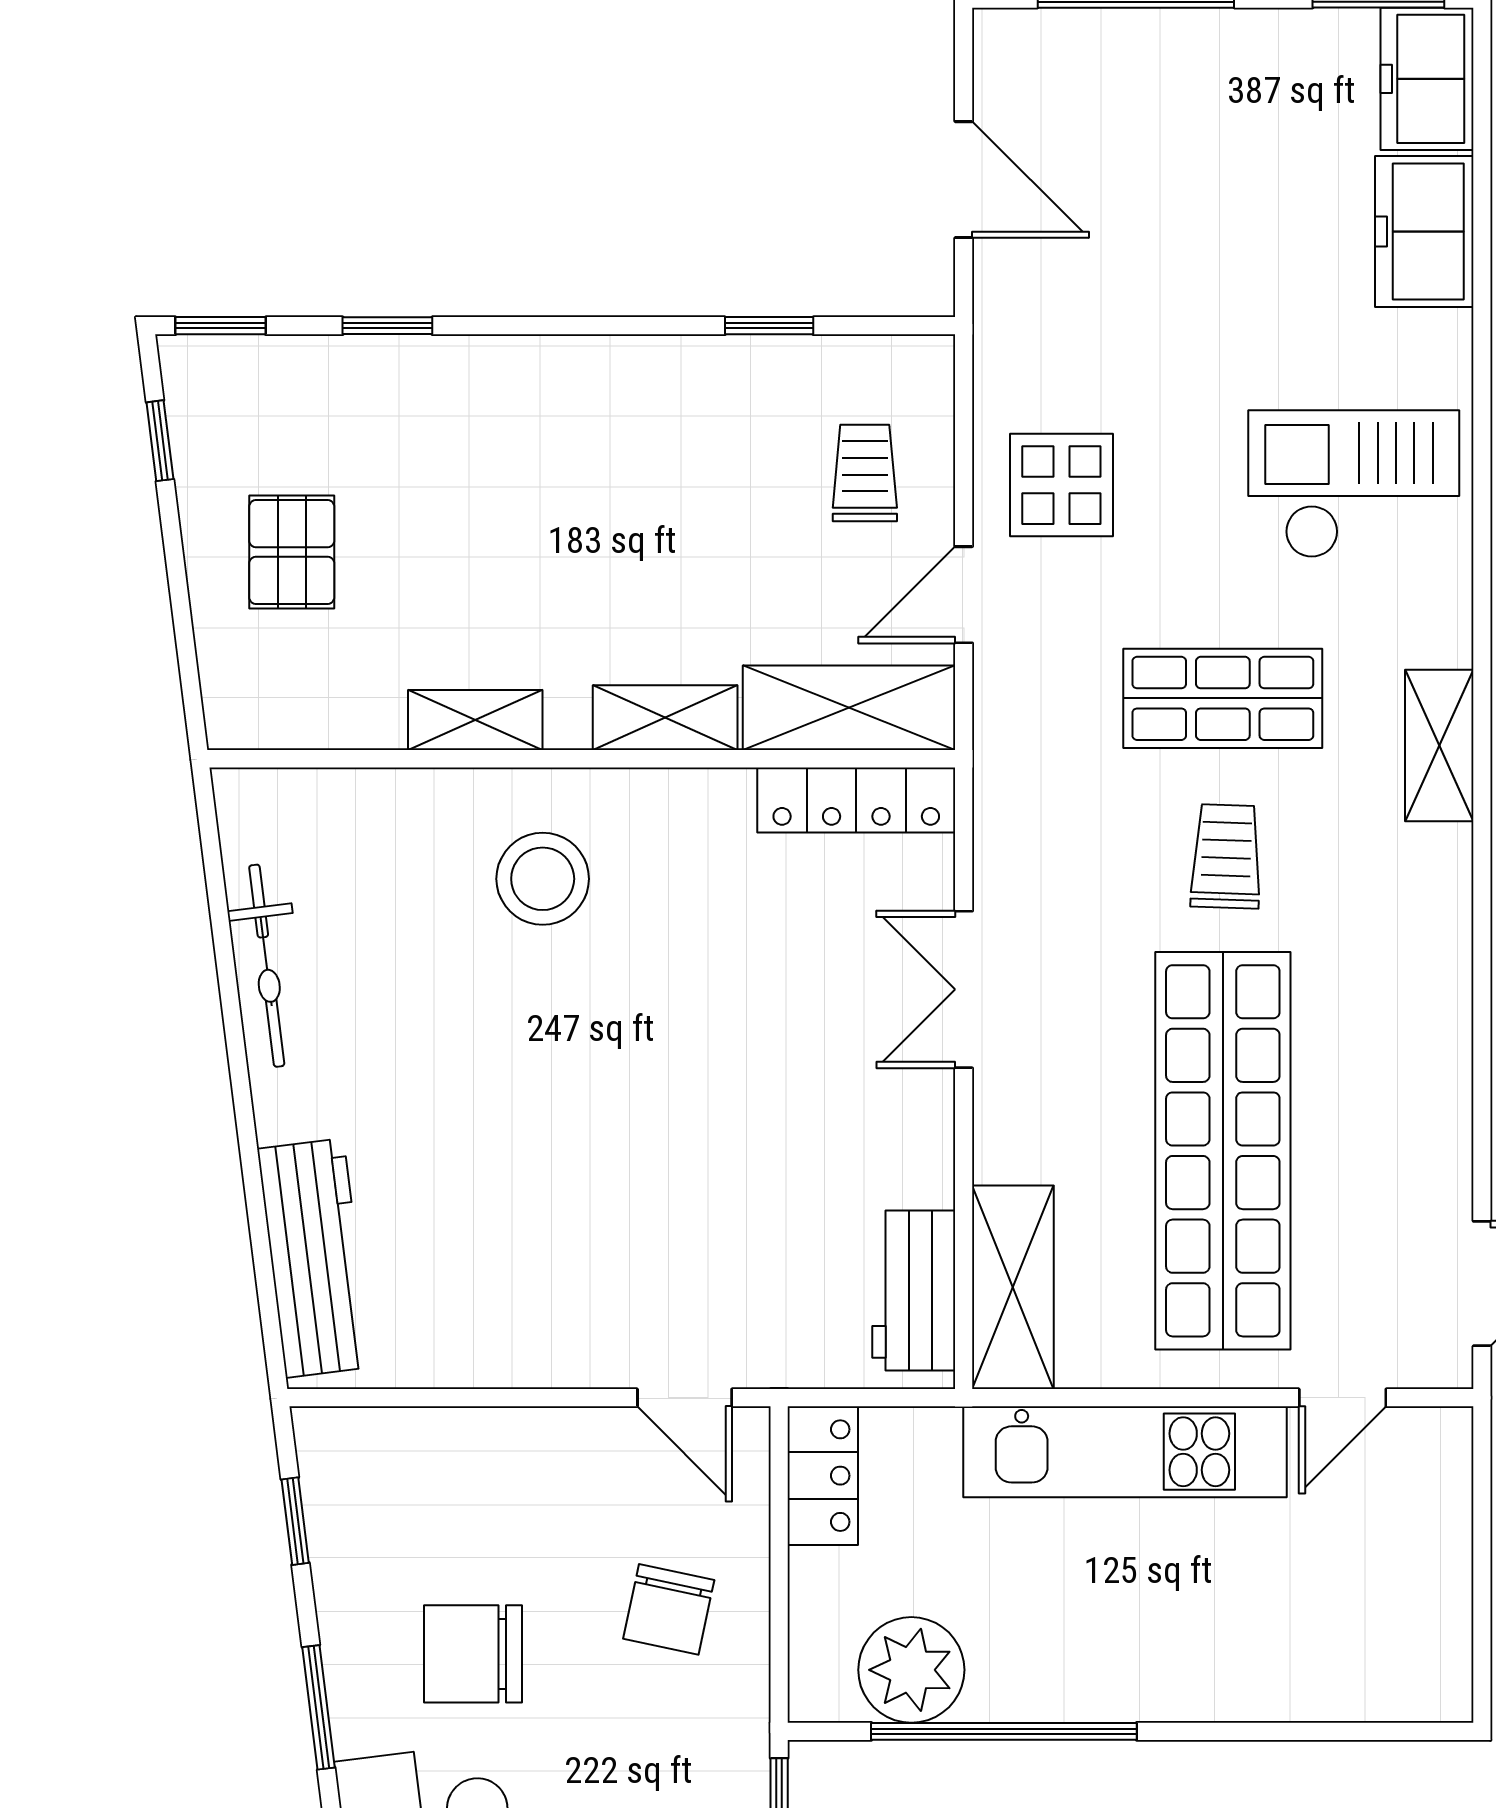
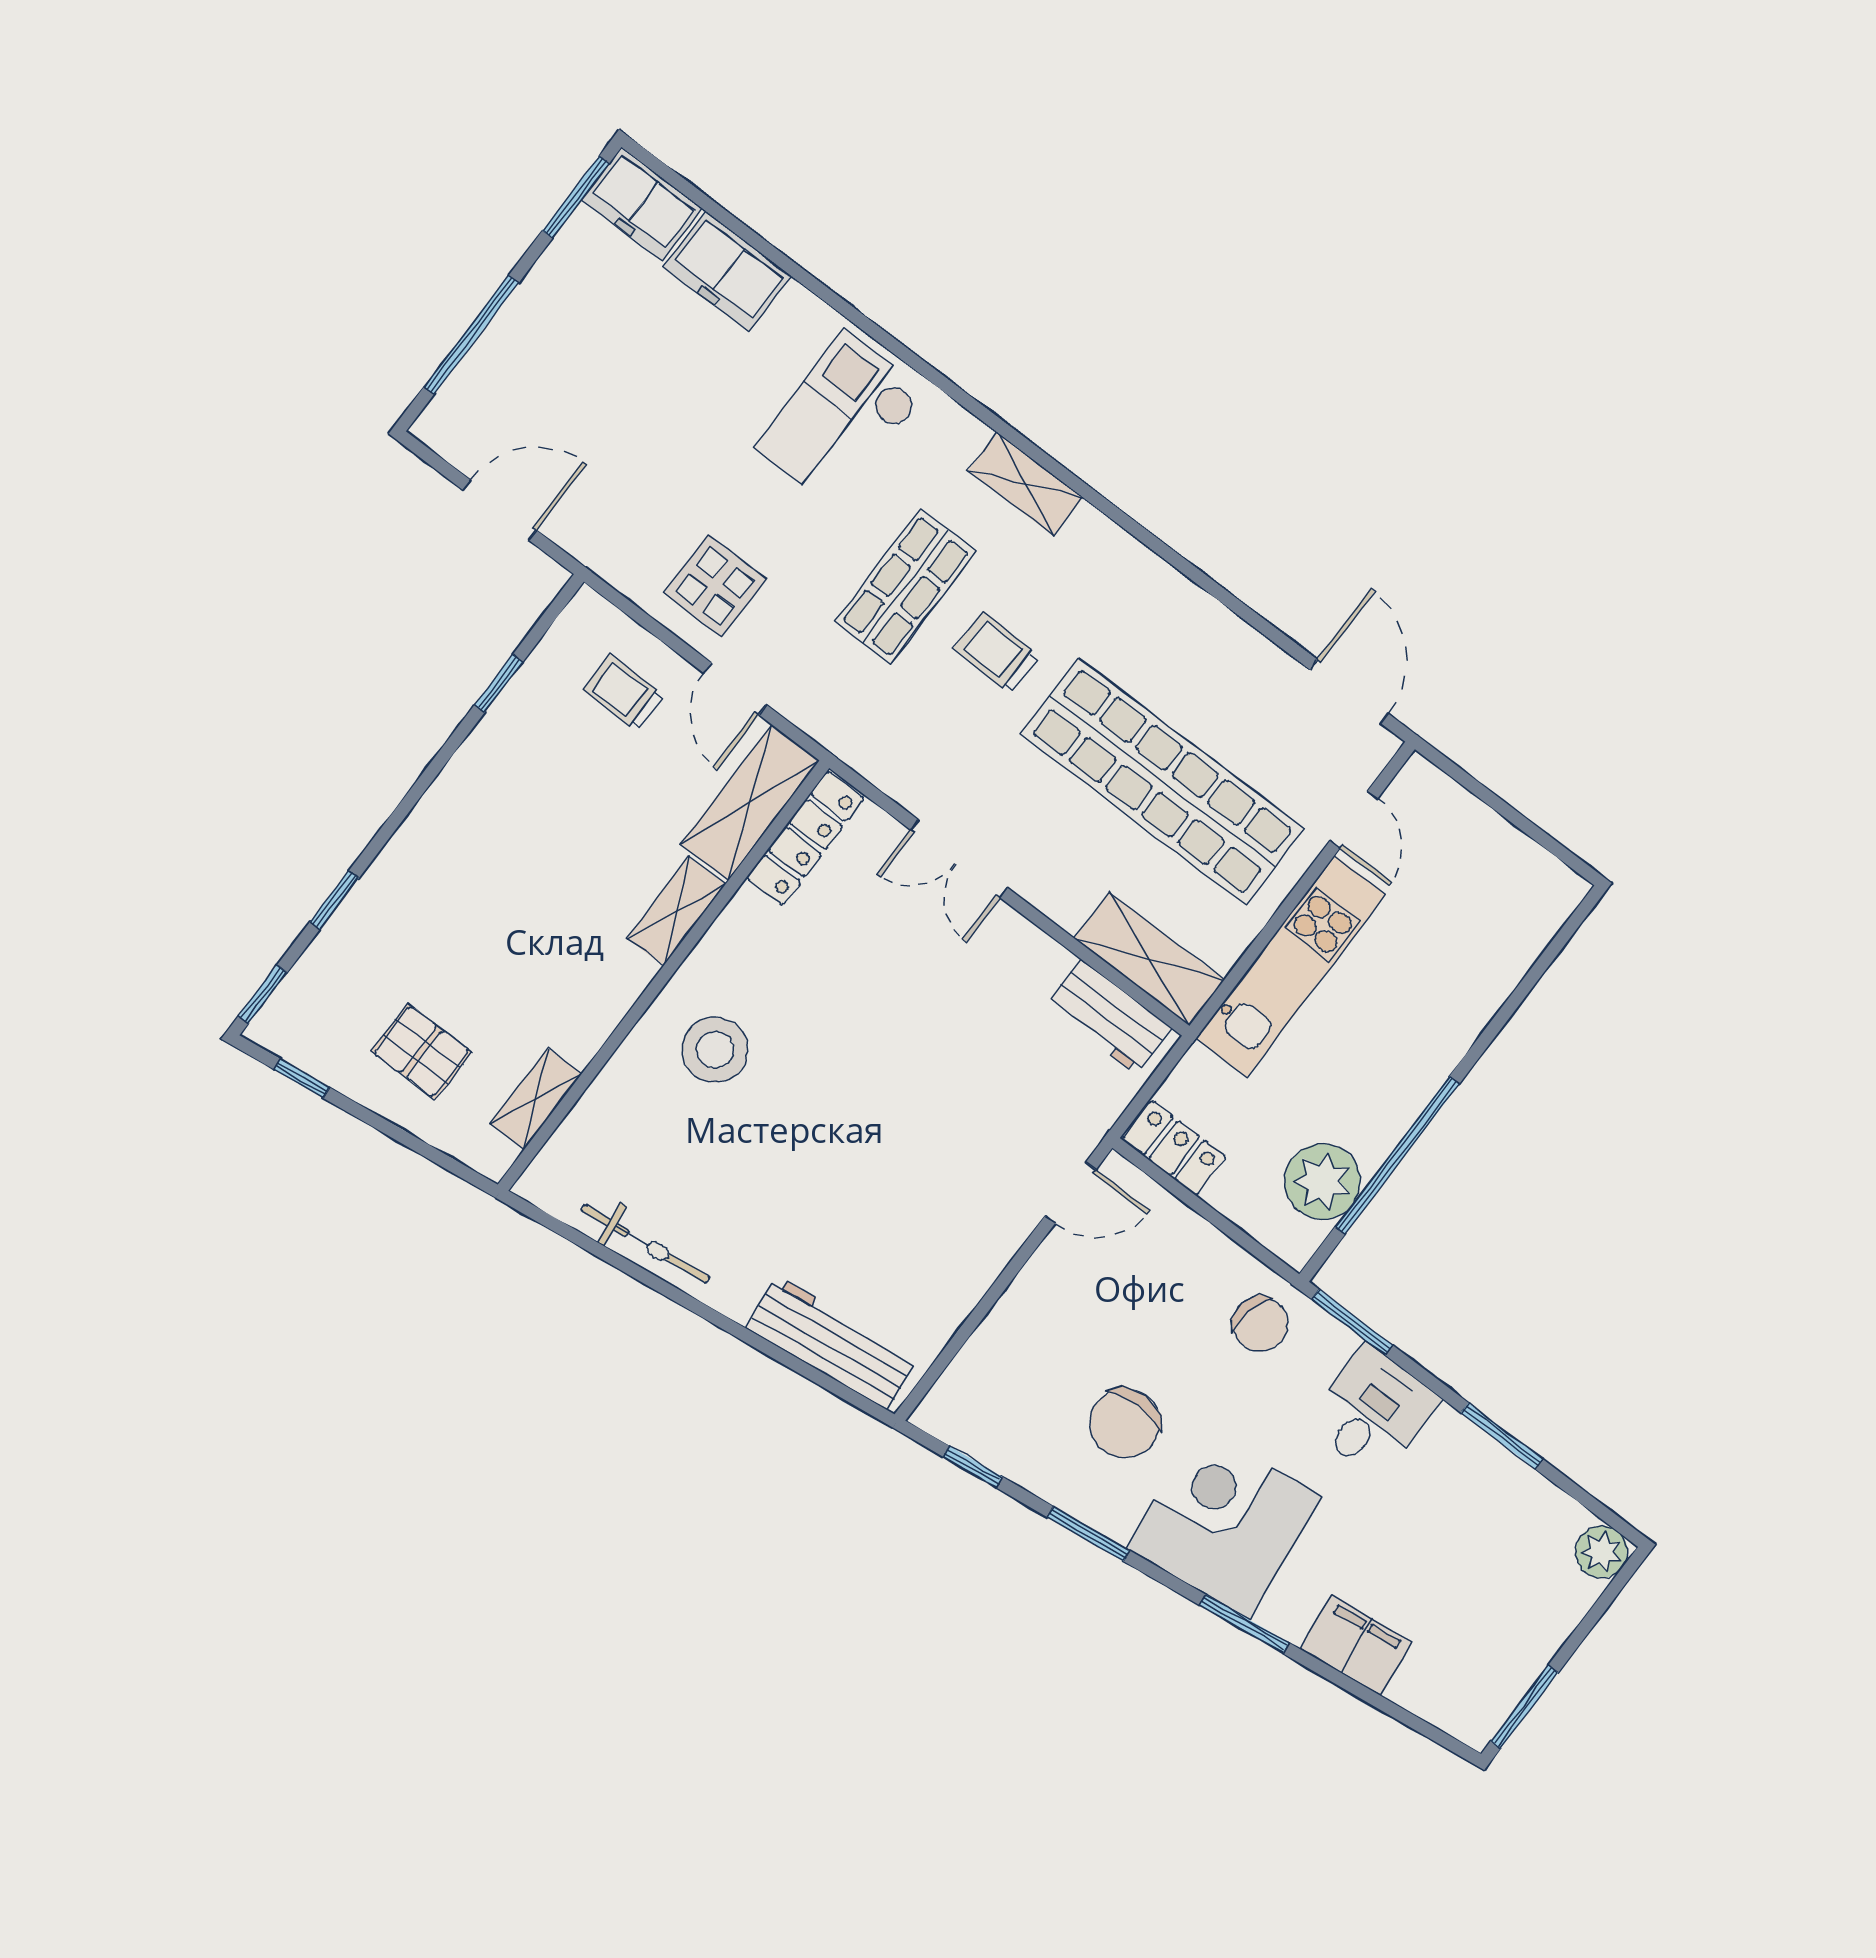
shelving: (475, 720) -> (536, 1099), moved
chair: (669, 1609) -> (1260, 1324), moved

